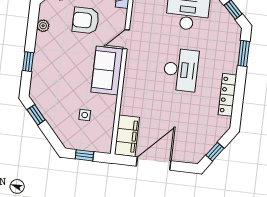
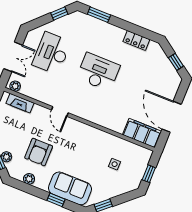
armchair: (86, 20) -> (39, 152), moved
sofa: (107, 70) -> (70, 188), moved, turned 180
locker: (227, 95) -> (136, 40), width x0.66

